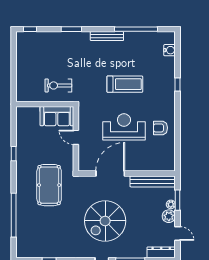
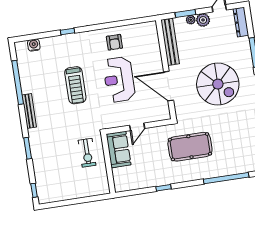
treadmill: (125, 84) -> (75, 85), turned 180

